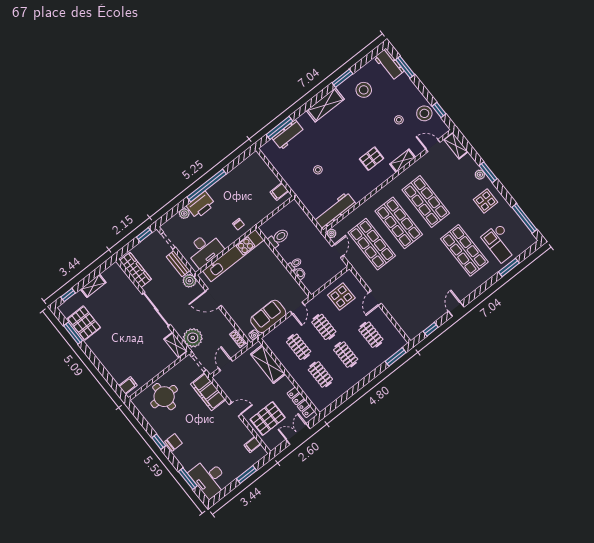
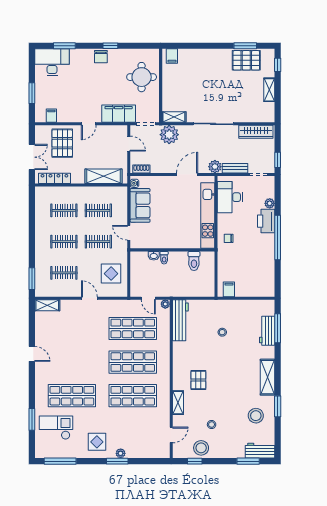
shelving: (456, 146) -> (47, 305), moved
window: (431, 329) -> (32, 322), removed

